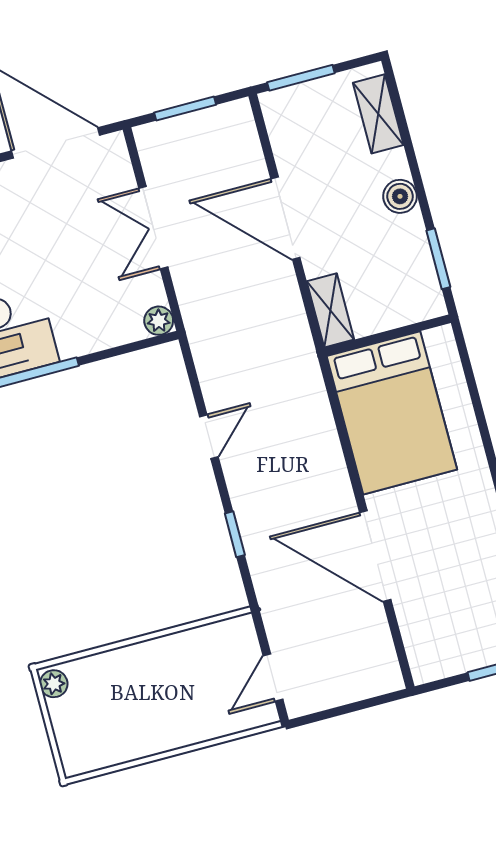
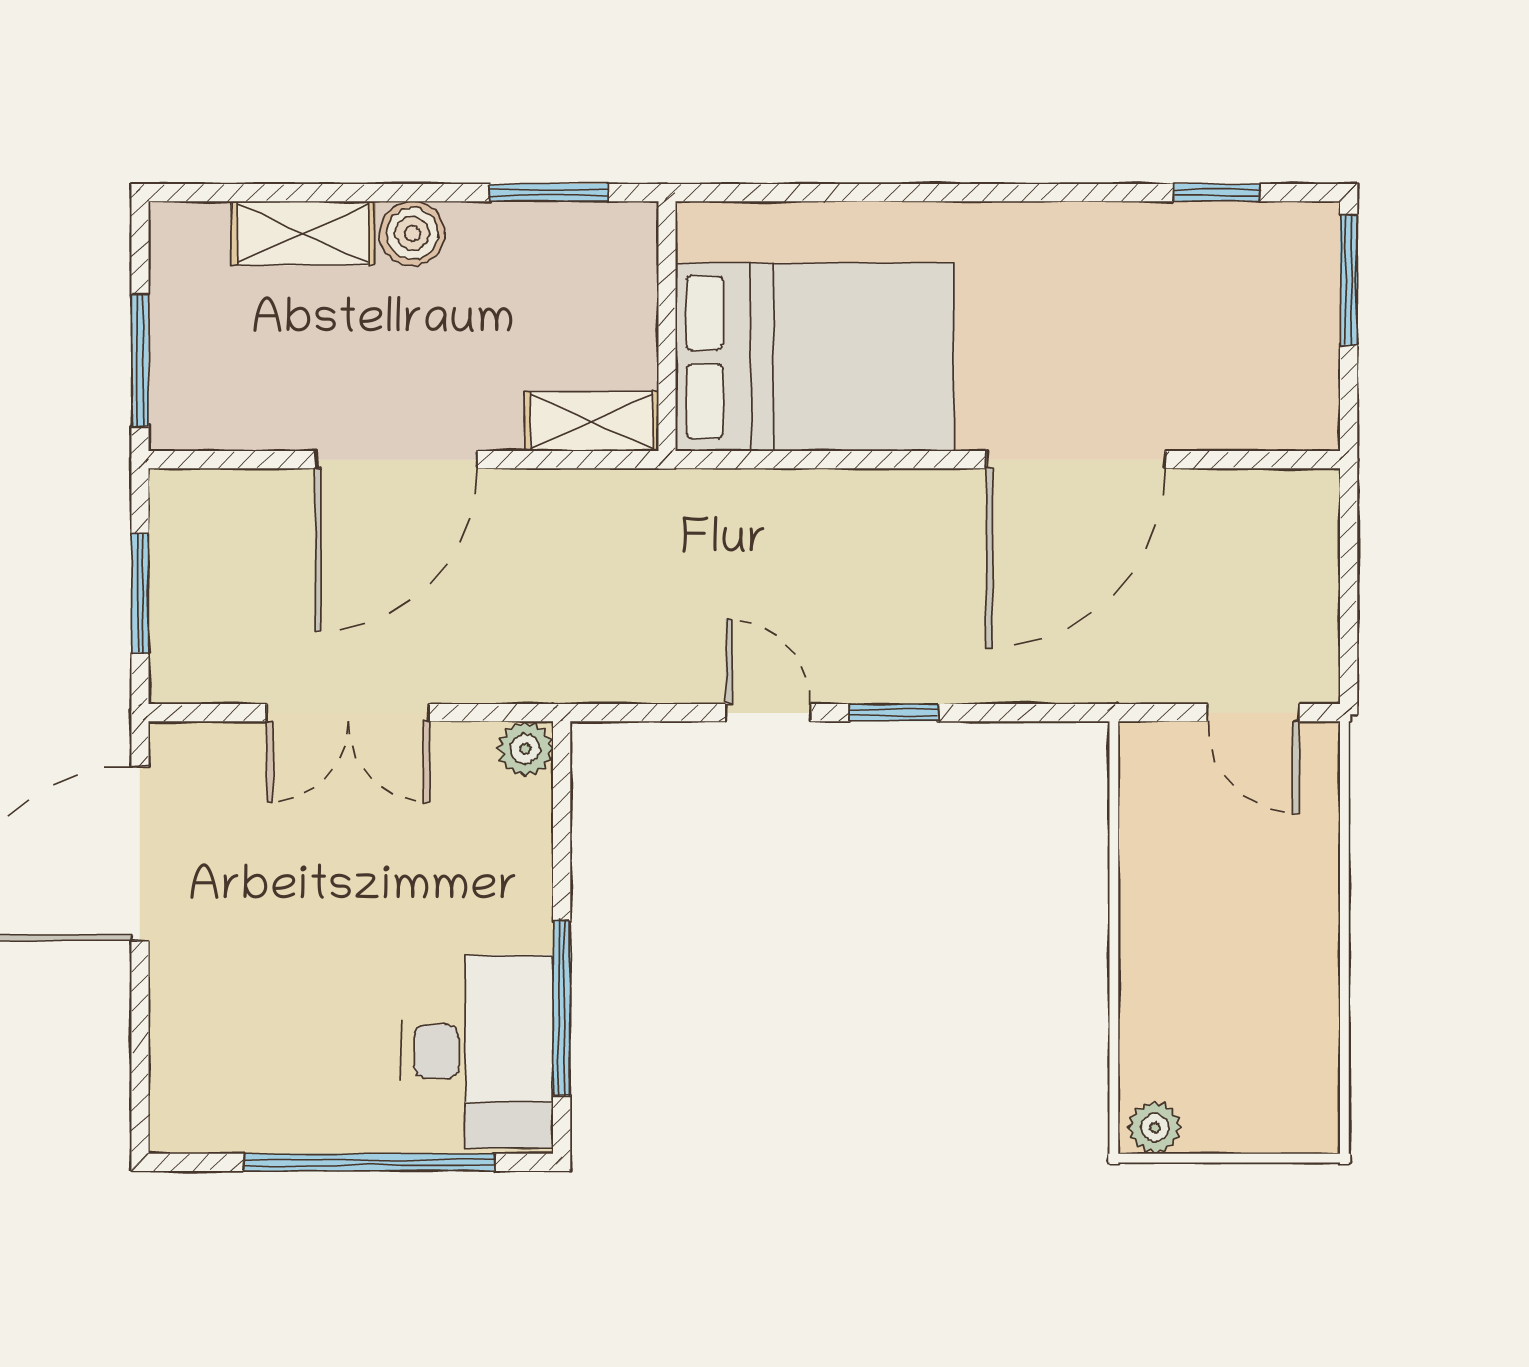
shelving: (378, 114) -> (303, 233), moved
window: (235, 534) -> (894, 713), moved

